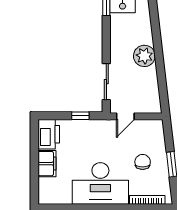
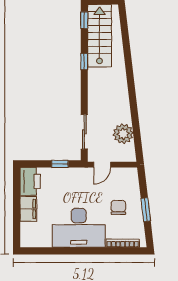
plant: (144, 56) -> (123, 134), moved

